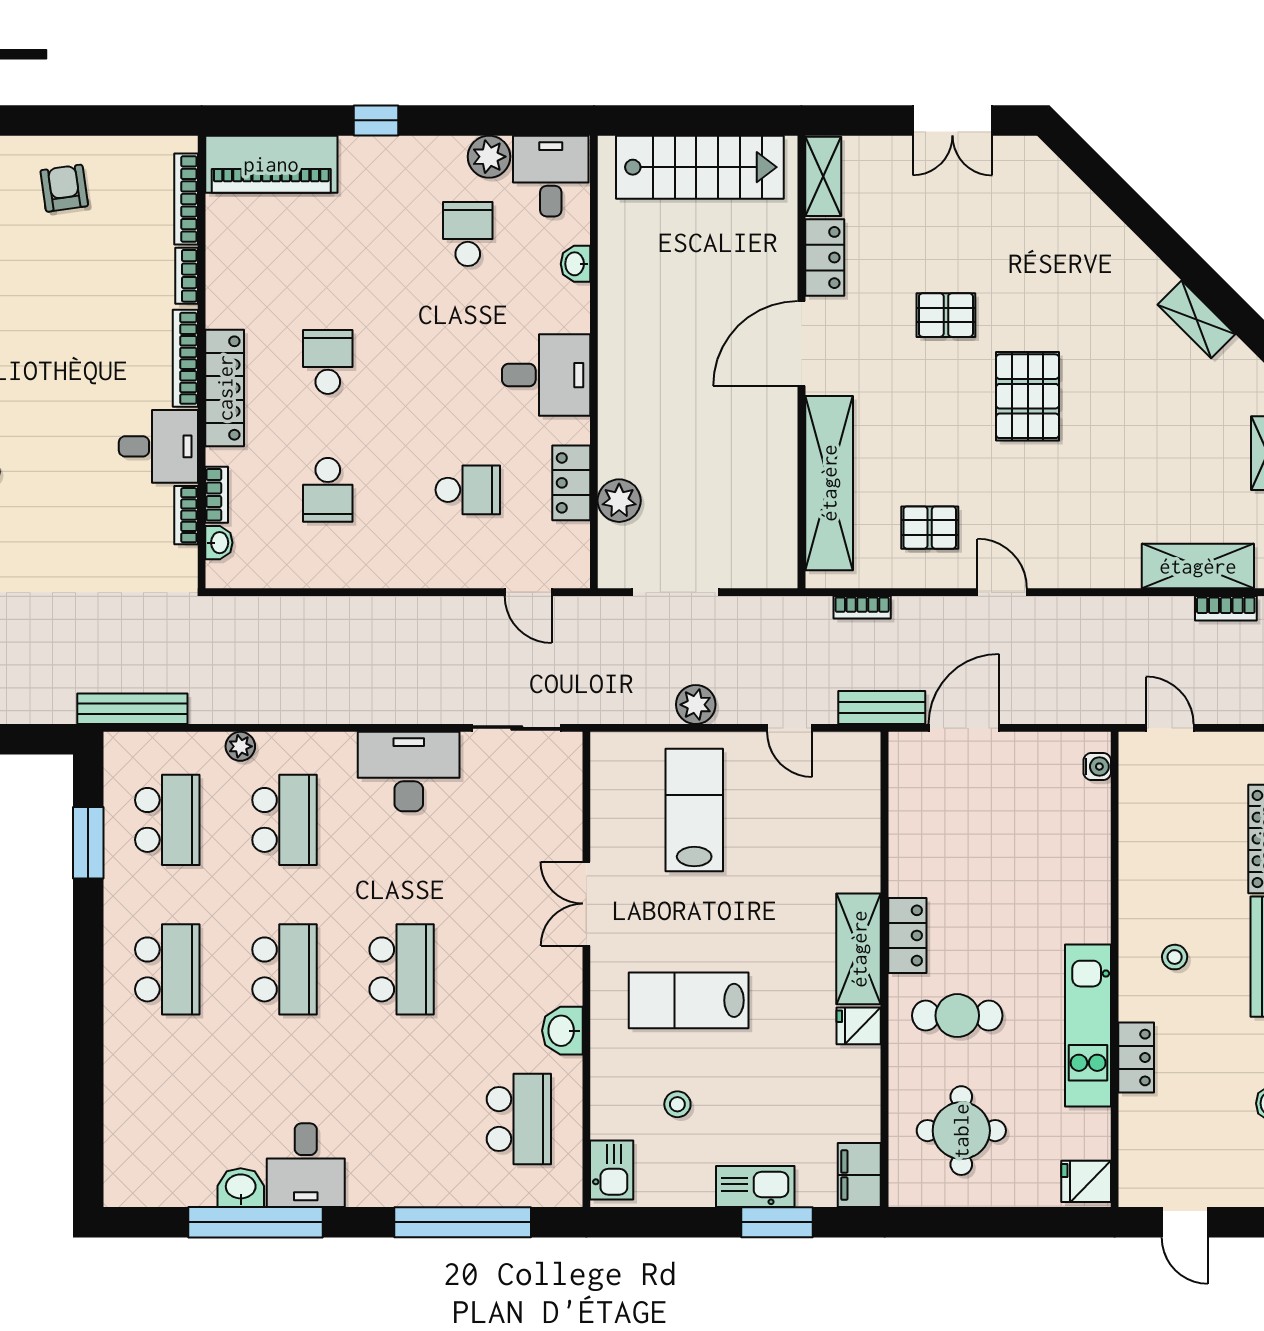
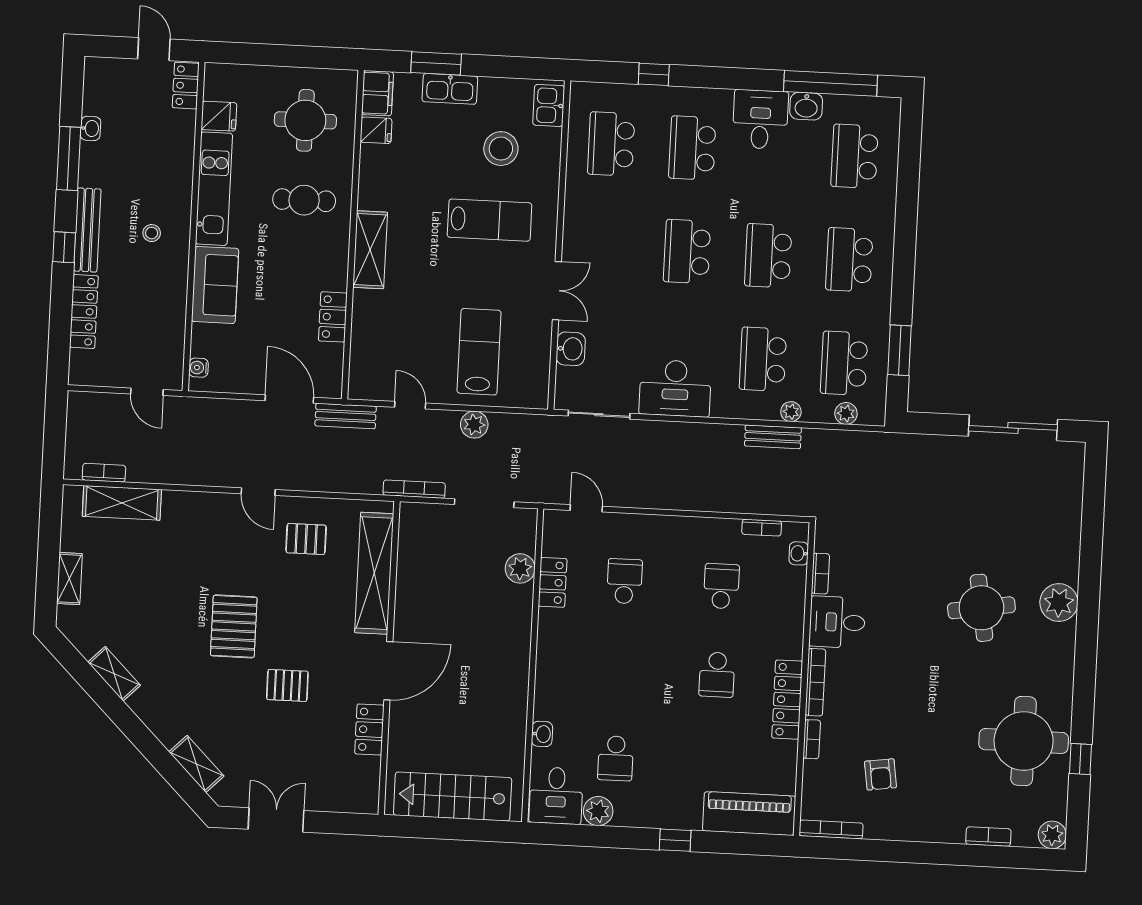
shelving: (823, 176) -> (196, 764), moved, turned -45
armchair: (64, 188) -> (880, 774), moved
bookcase: (186, 199) -> (831, 829), moved, turned -90
desk: (546, 375) -> (566, 658), removed
locker: (225, 388) -> (787, 700), moved
school desk: (468, 490) -> (625, 581), turned 90
bookcase: (217, 495) -> (762, 528), moved, turned -90
bookcase: (862, 607) -> (414, 489), moved, width x1.56
bench: (132, 709) -> (773, 437), moved, width x0.73
door: (964, 728) -> (289, 399), swing flipped
plant: (161, 748) -> (846, 413), added
lab bench: (694, 810) -> (479, 352), turned 180
sofa: (1079, 887) -> (215, 285), added
locker: (907, 935) -> (333, 317), moved
fridge: (859, 1026) -> (376, 130), moved
washbasin: (562, 1031) -> (571, 349), moved
locker: (1136, 1058) -> (186, 86), moved
stool: (677, 1104) -> (501, 149), width x1.89, depth x1.89
school desk: (167, 1119) -> (855, 156), added
school desk: (402, 1119) -> (692, 148), added
fridge: (1086, 1181) -> (219, 116), moved
window: (256, 1222) -> (831, 83), moved
window: (463, 1222) -> (654, 74), width x0.32

